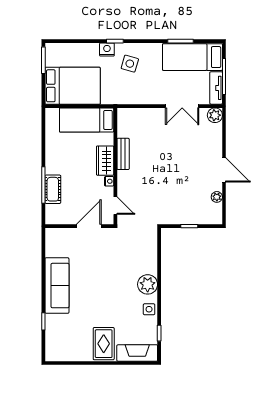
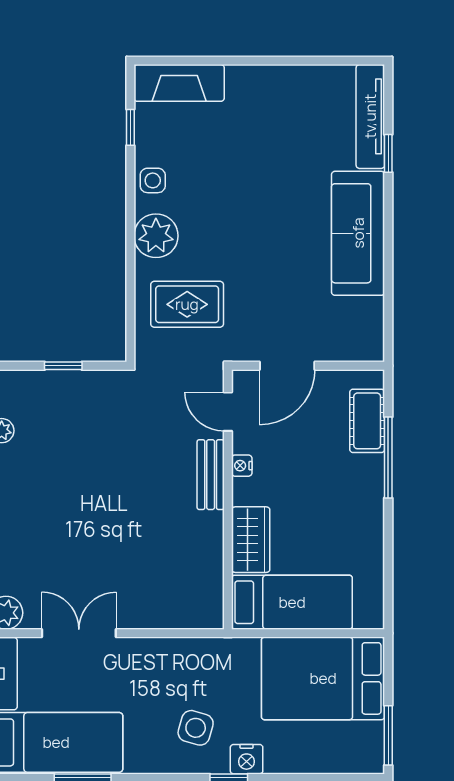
bench: (123, 154) -> (211, 475), moved
wardrobe: (105, 161) -> (251, 540), moved
cot: (53, 189) -> (367, 421), moved
tv unit: (51, 338) -> (370, 116), added
rug: (104, 344) -> (187, 304), moved, turned 90

